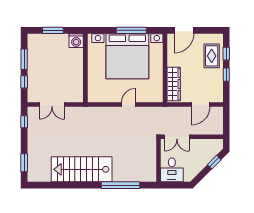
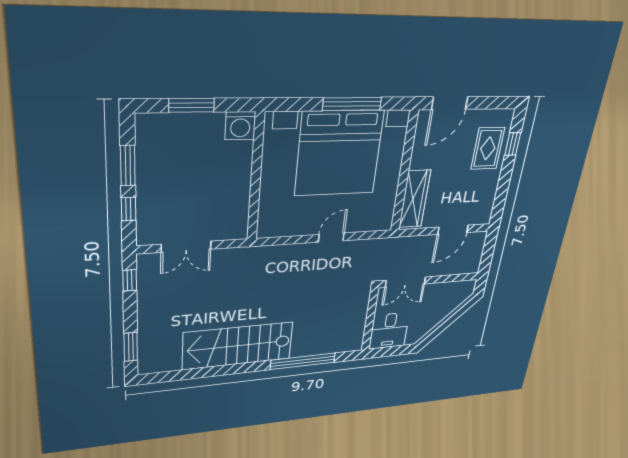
window: (226, 75) -> (505, 179), removed
window: (214, 162) -> (456, 313), removed

